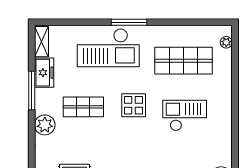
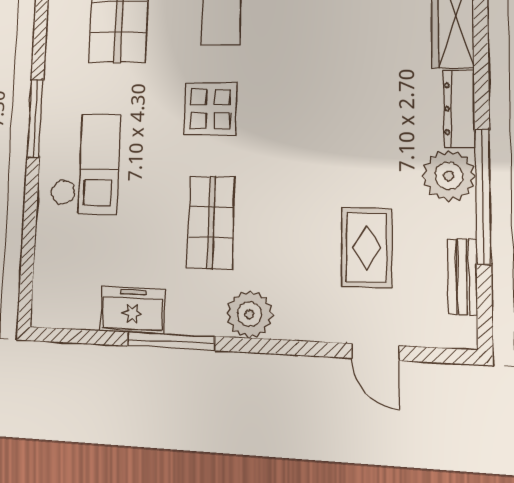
shelving: (41, 42) -> (65, 313), removed
checkout: (108, 48) -> (86, 164), width x0.73, depth x0.83

